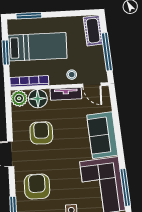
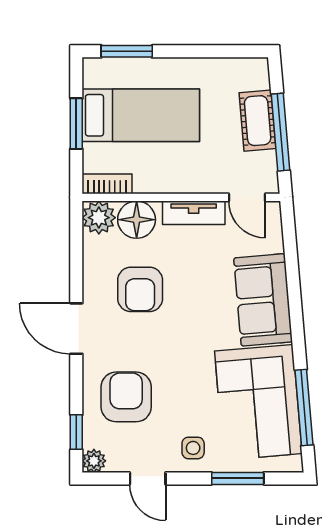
cot: (93, 31) -> (258, 121), moved
stool: (72, 75) -> (207, 175), removed
bookcase: (29, 81) -> (107, 184), width x0.64
armchair: (41, 133) -> (140, 289), turned 180

